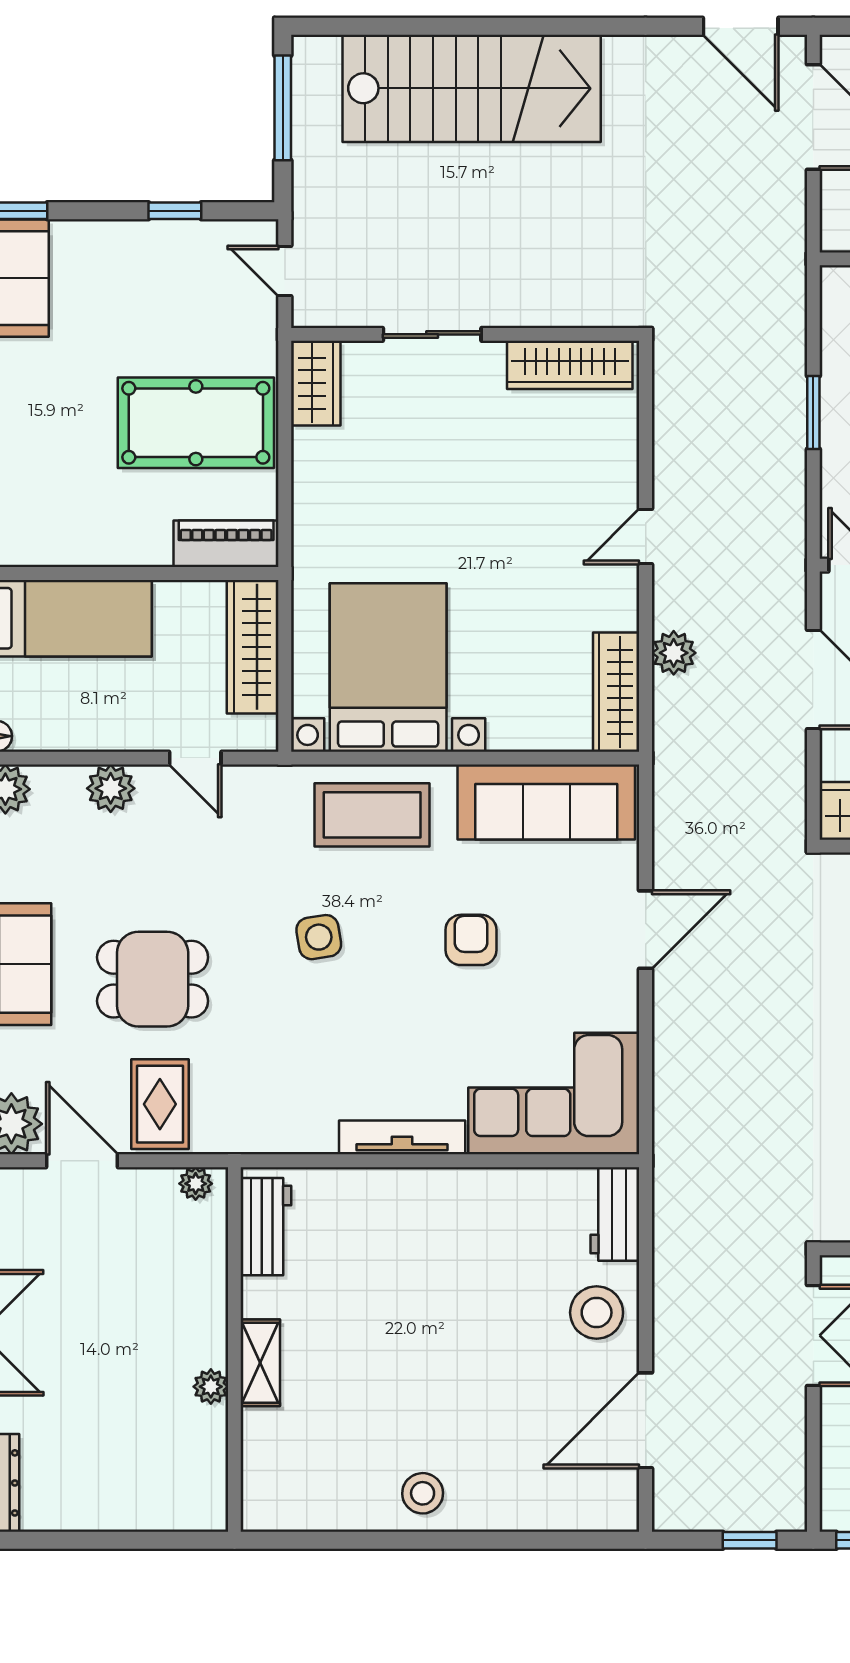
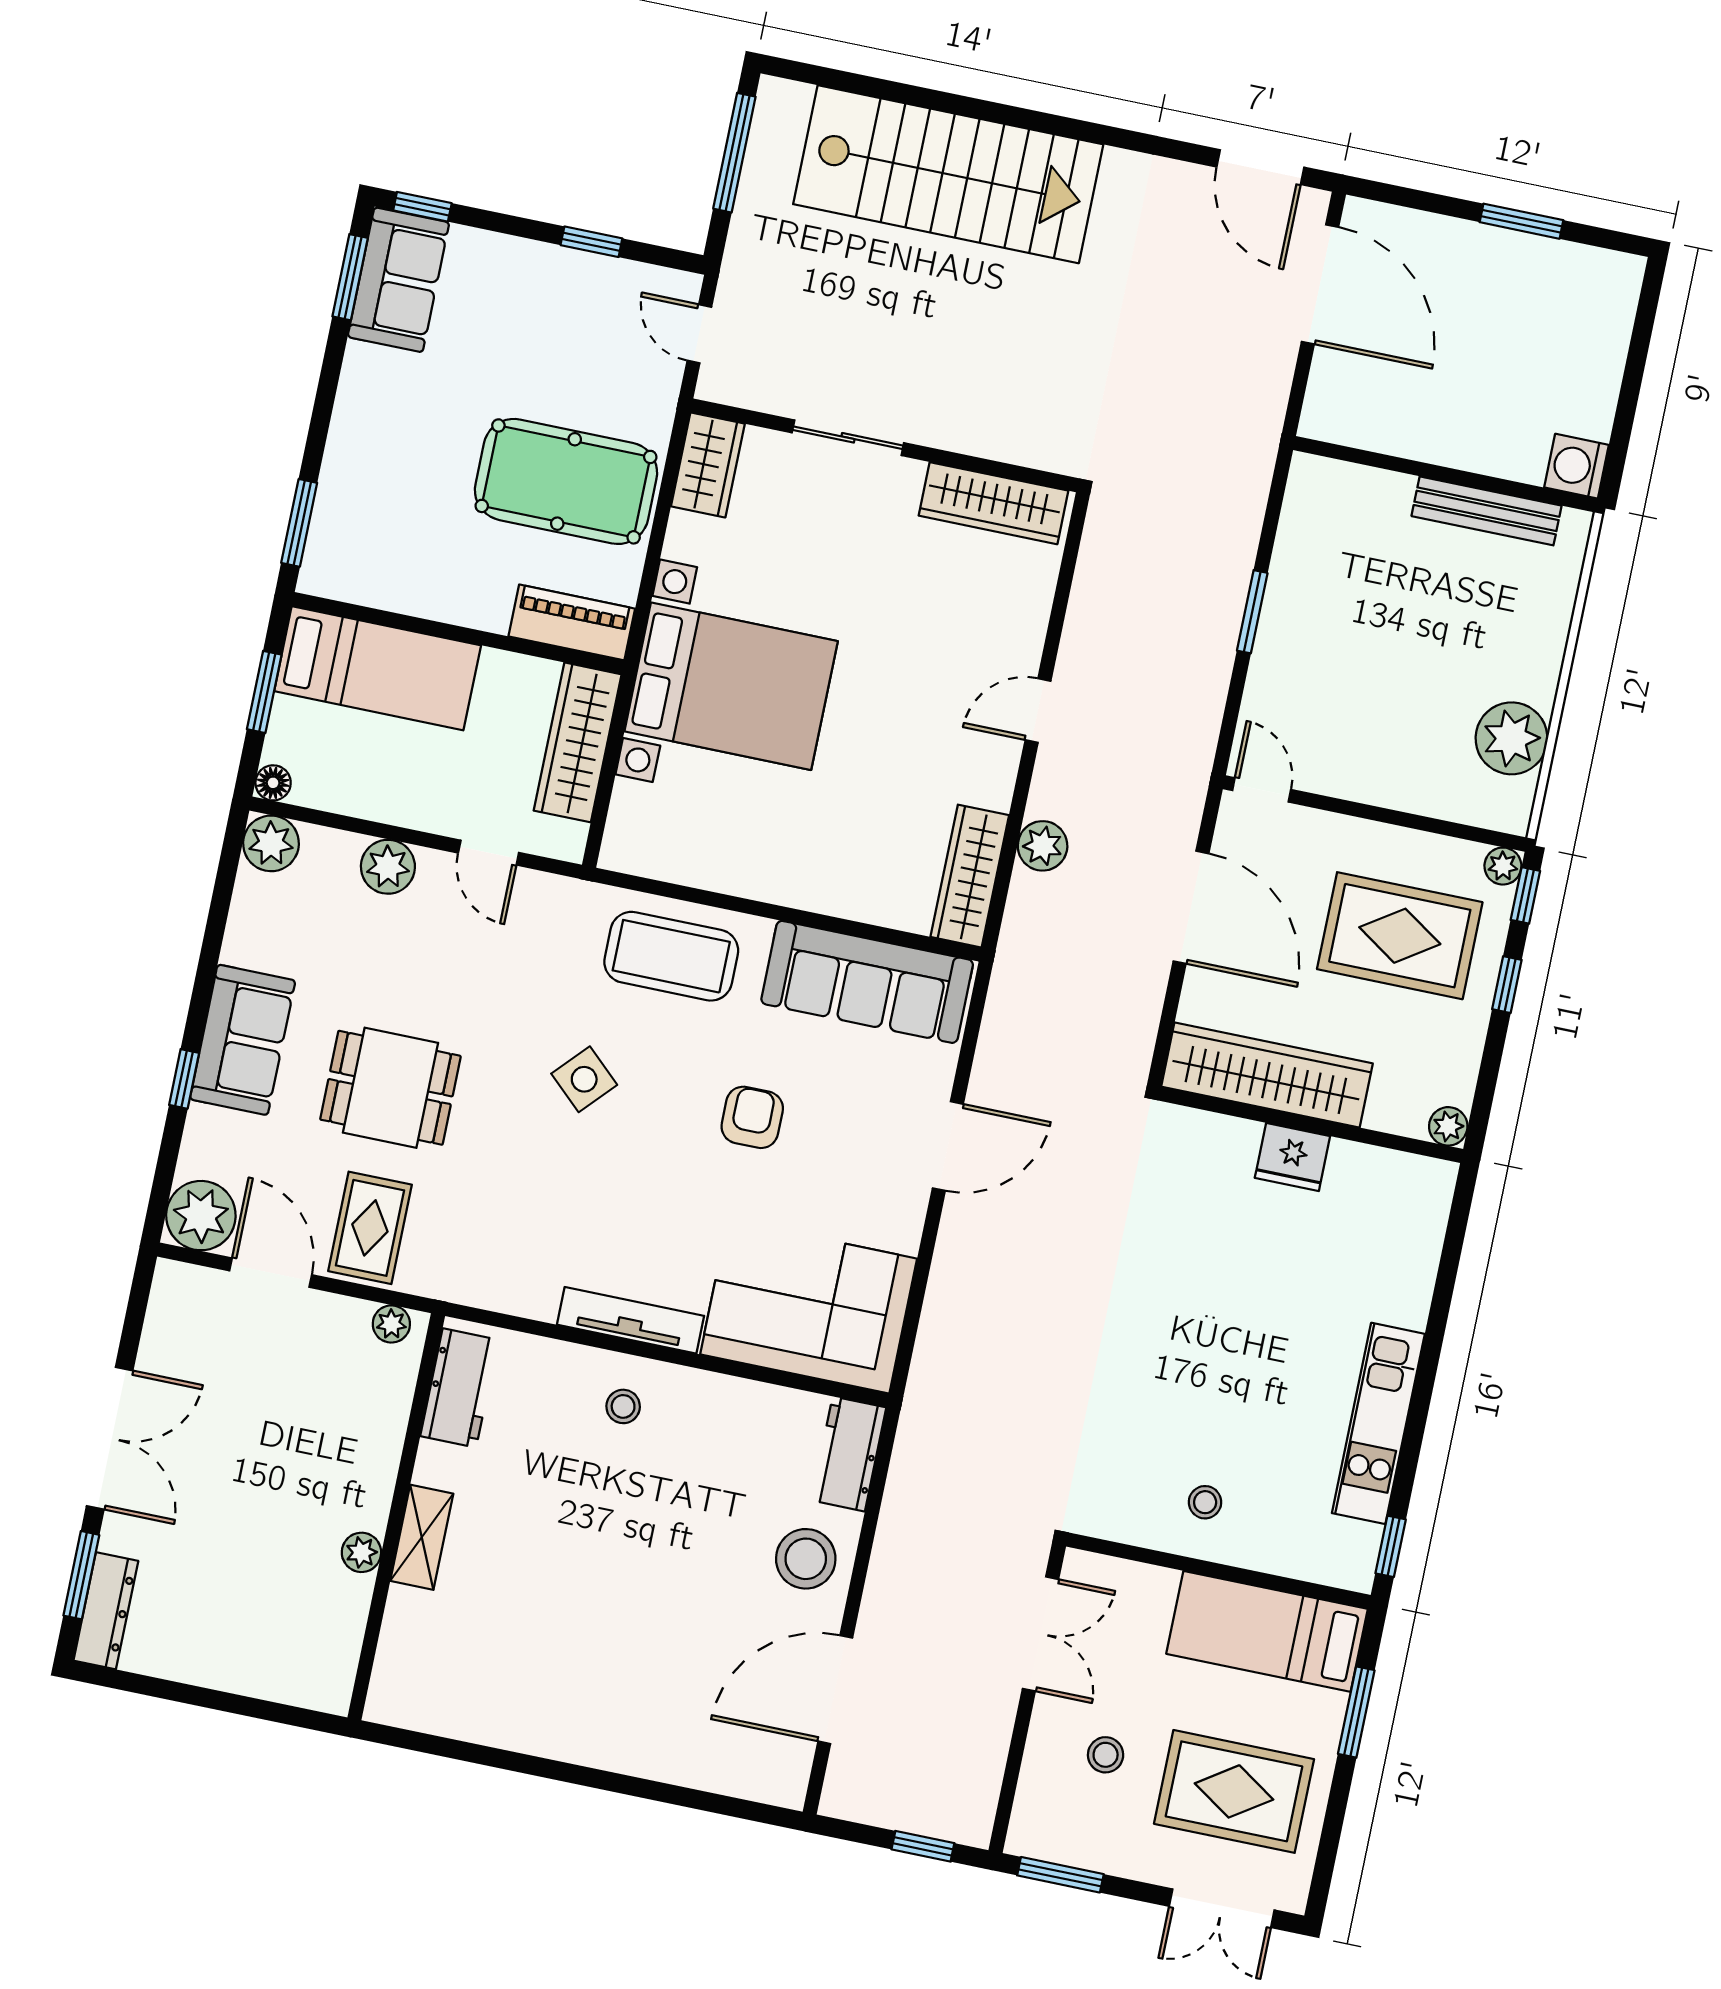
bed with nightstands: (388, 667) -> (731, 686), moved, turned 90
side table: (319, 937) -> (584, 1079), turned -38
stool: (423, 1493) -> (623, 1406), moved, width x0.73, depth x0.73

